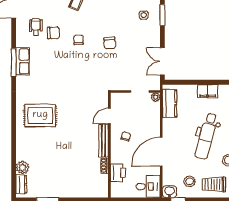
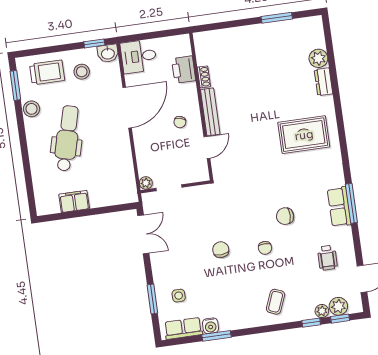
chair: (53, 33) -> (285, 216), moved
kitchen counter: (169, 103) -> (125, 177), removed
dresser: (21, 184) -> (323, 82), moved

